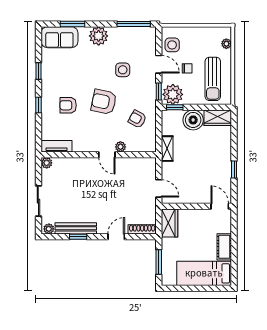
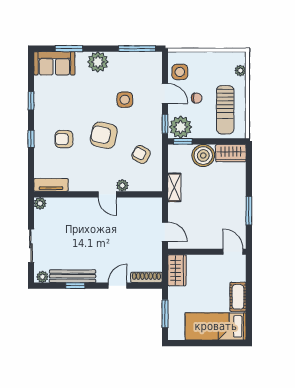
window: (234, 169) -> (249, 211), width x1.50

